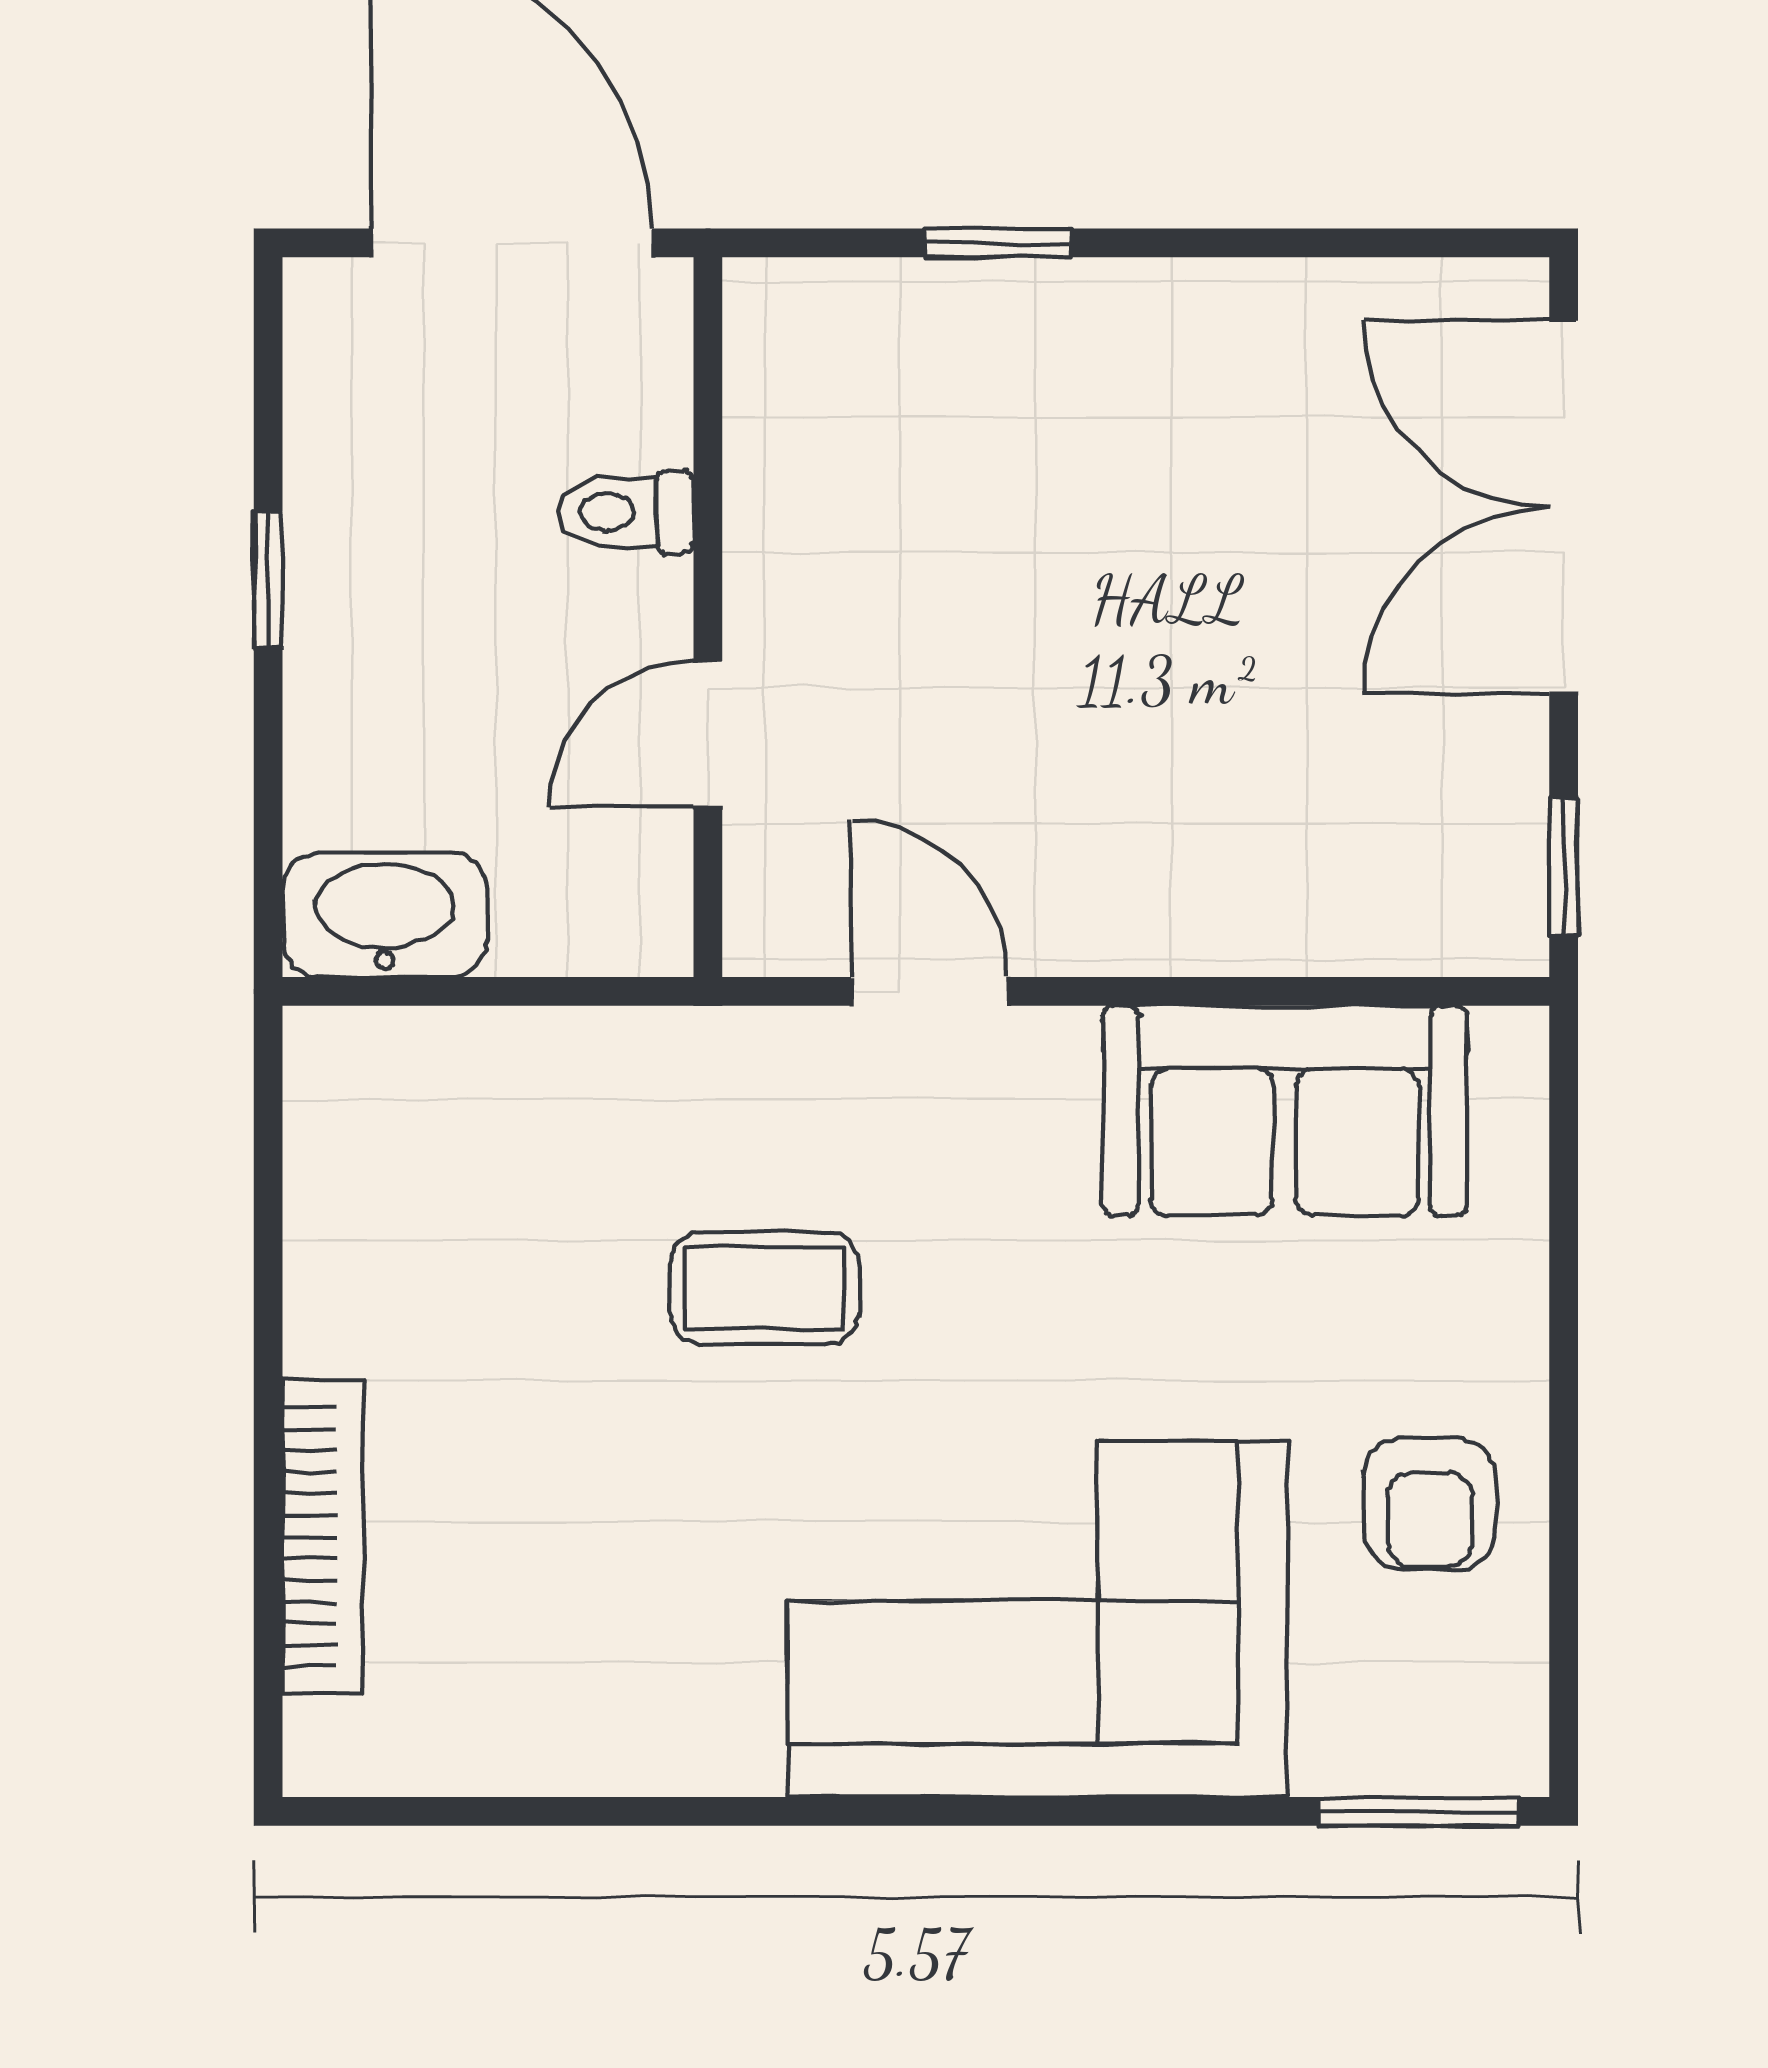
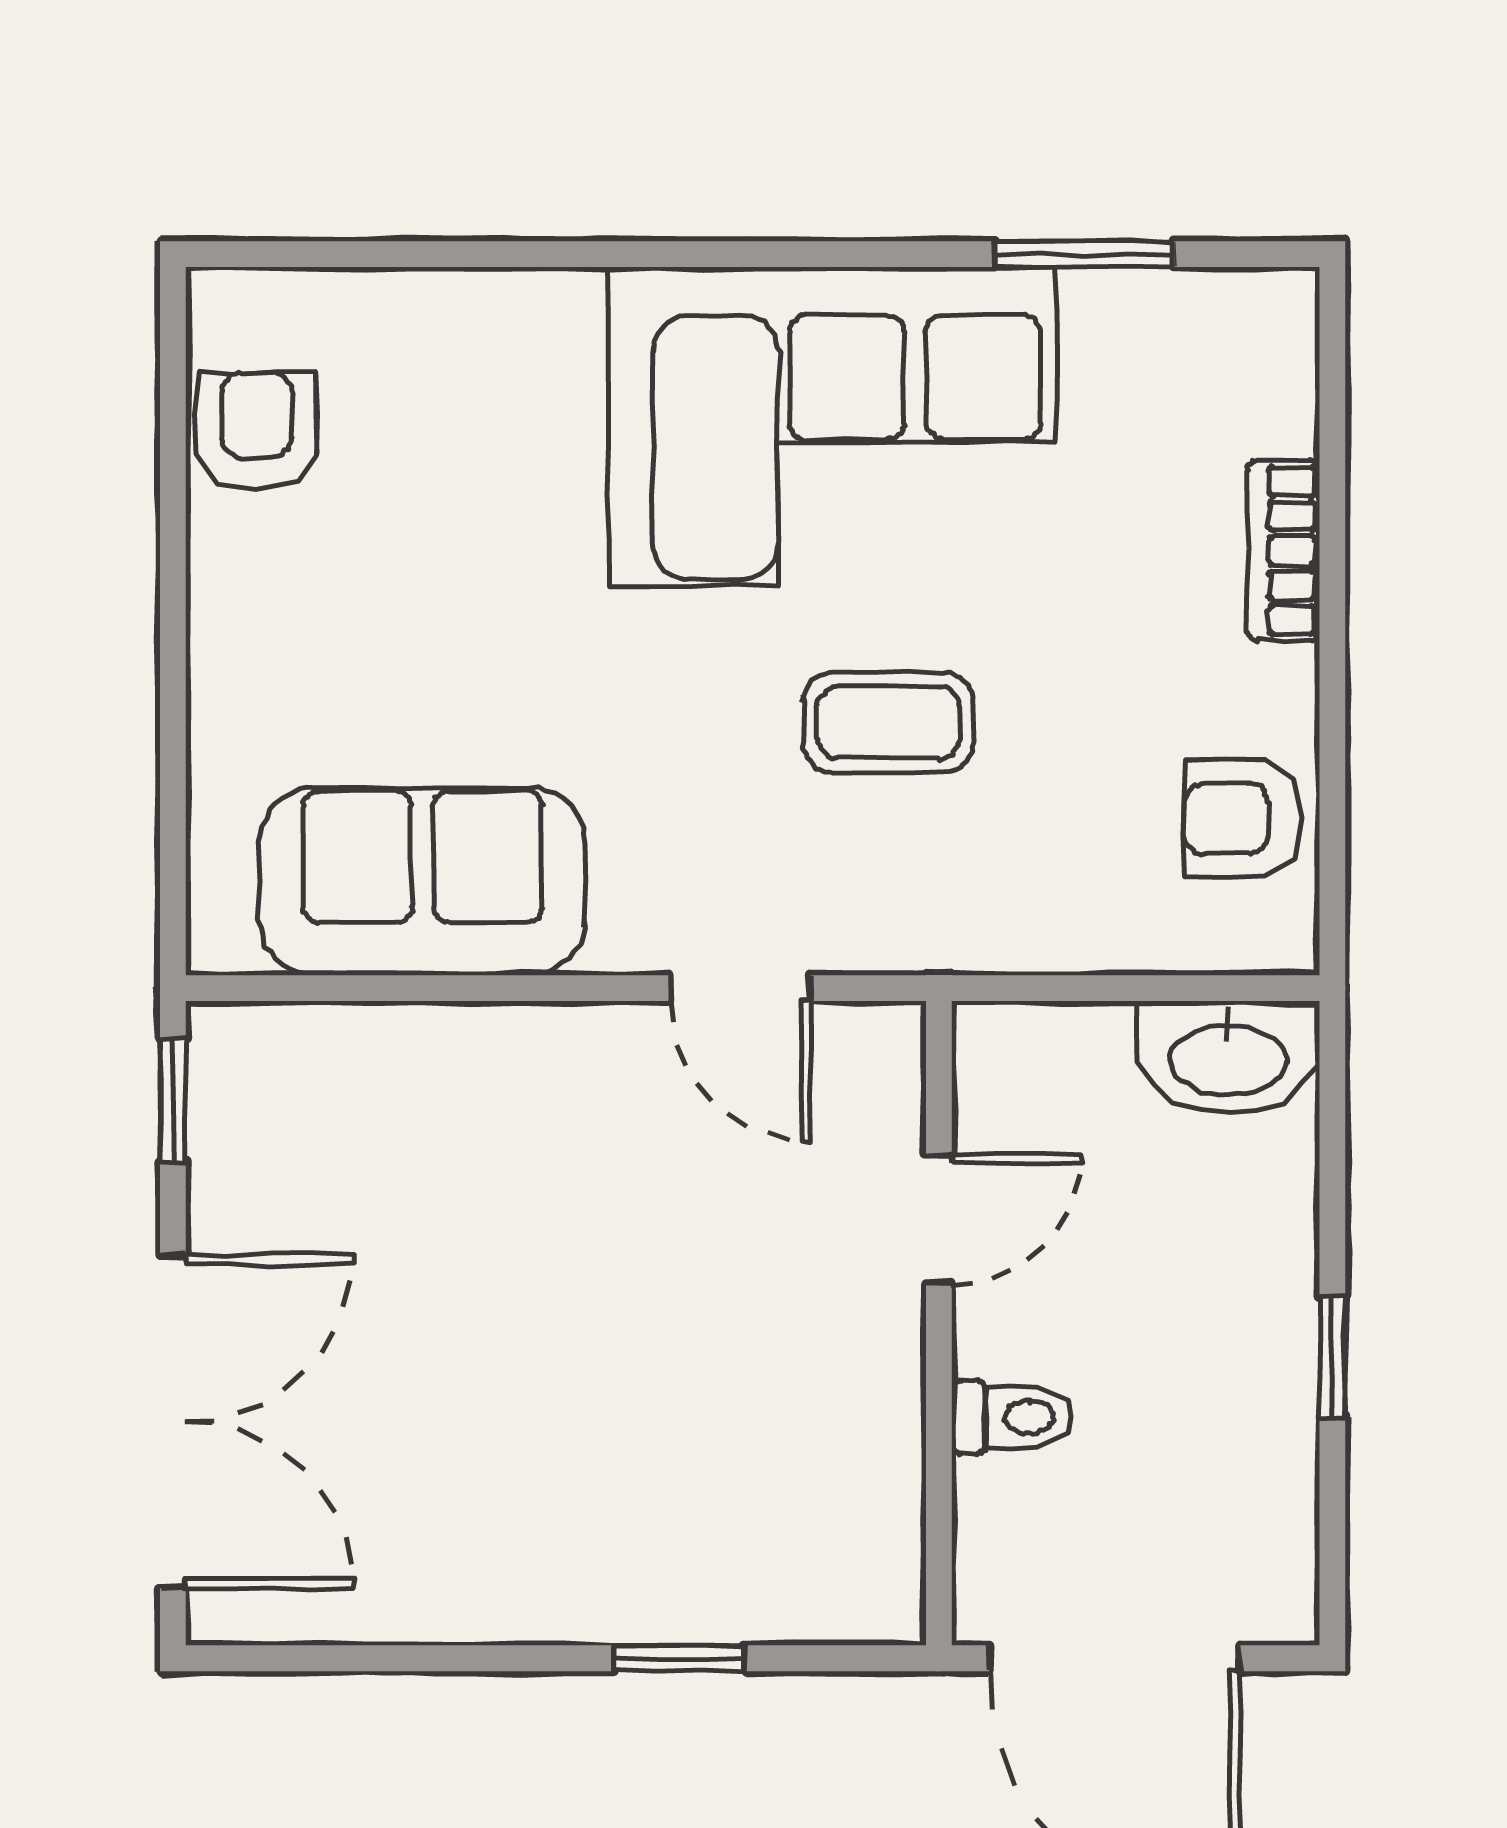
armchair: (368, 1181) -> (1243, 819), added
armchair: (1430, 1504) -> (257, 431), moved
bookcase: (323, 1537) -> (1284, 551), width x0.64
corner sofa: (1038, 1619) -> (832, 427), moved
window: (1418, 1811) -> (1085, 254), moved

